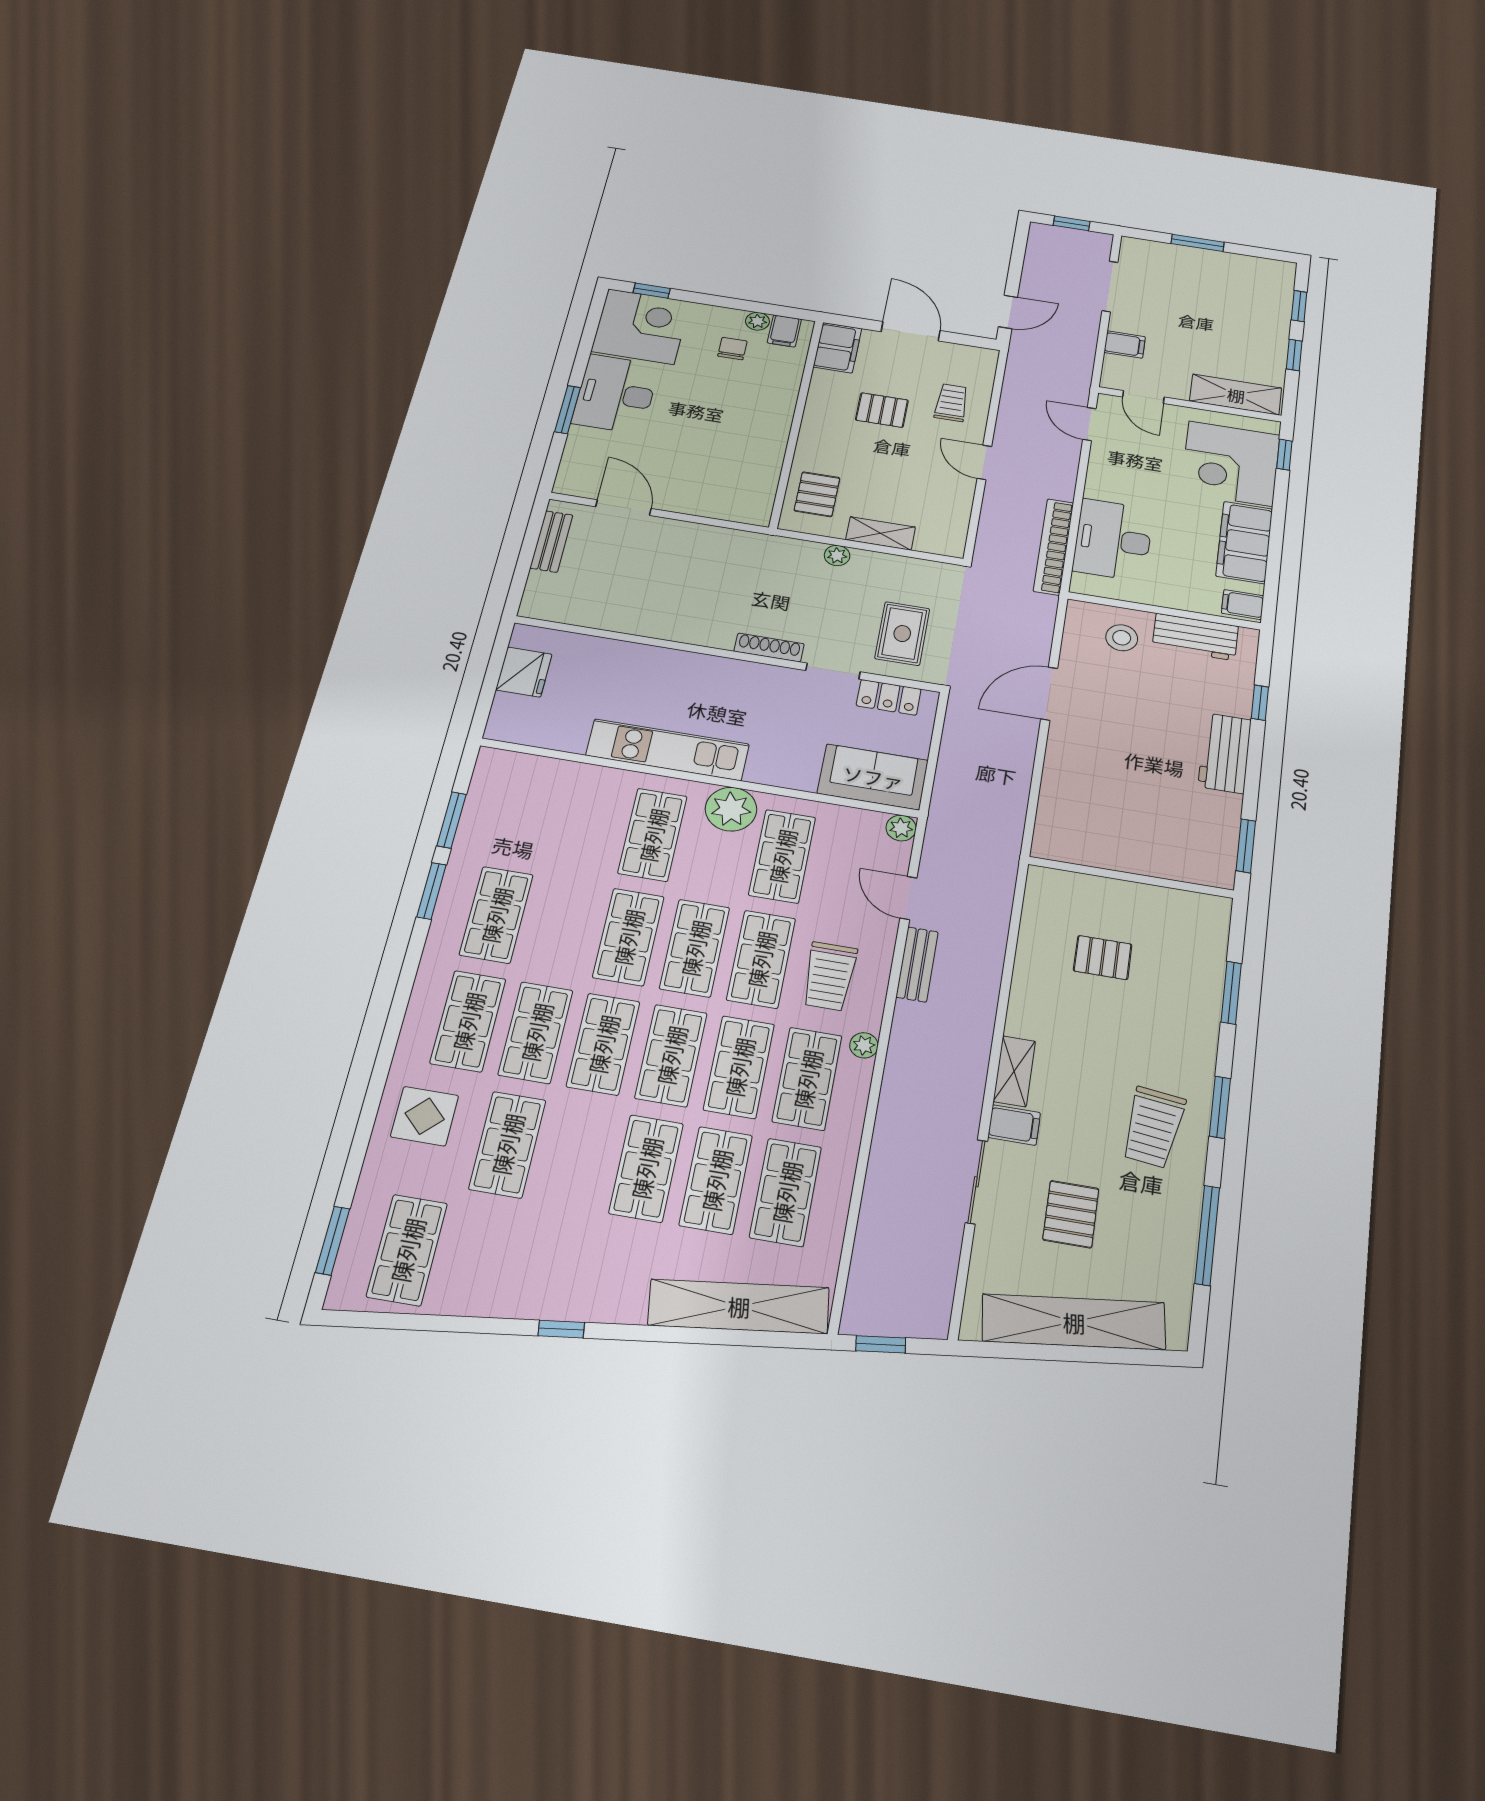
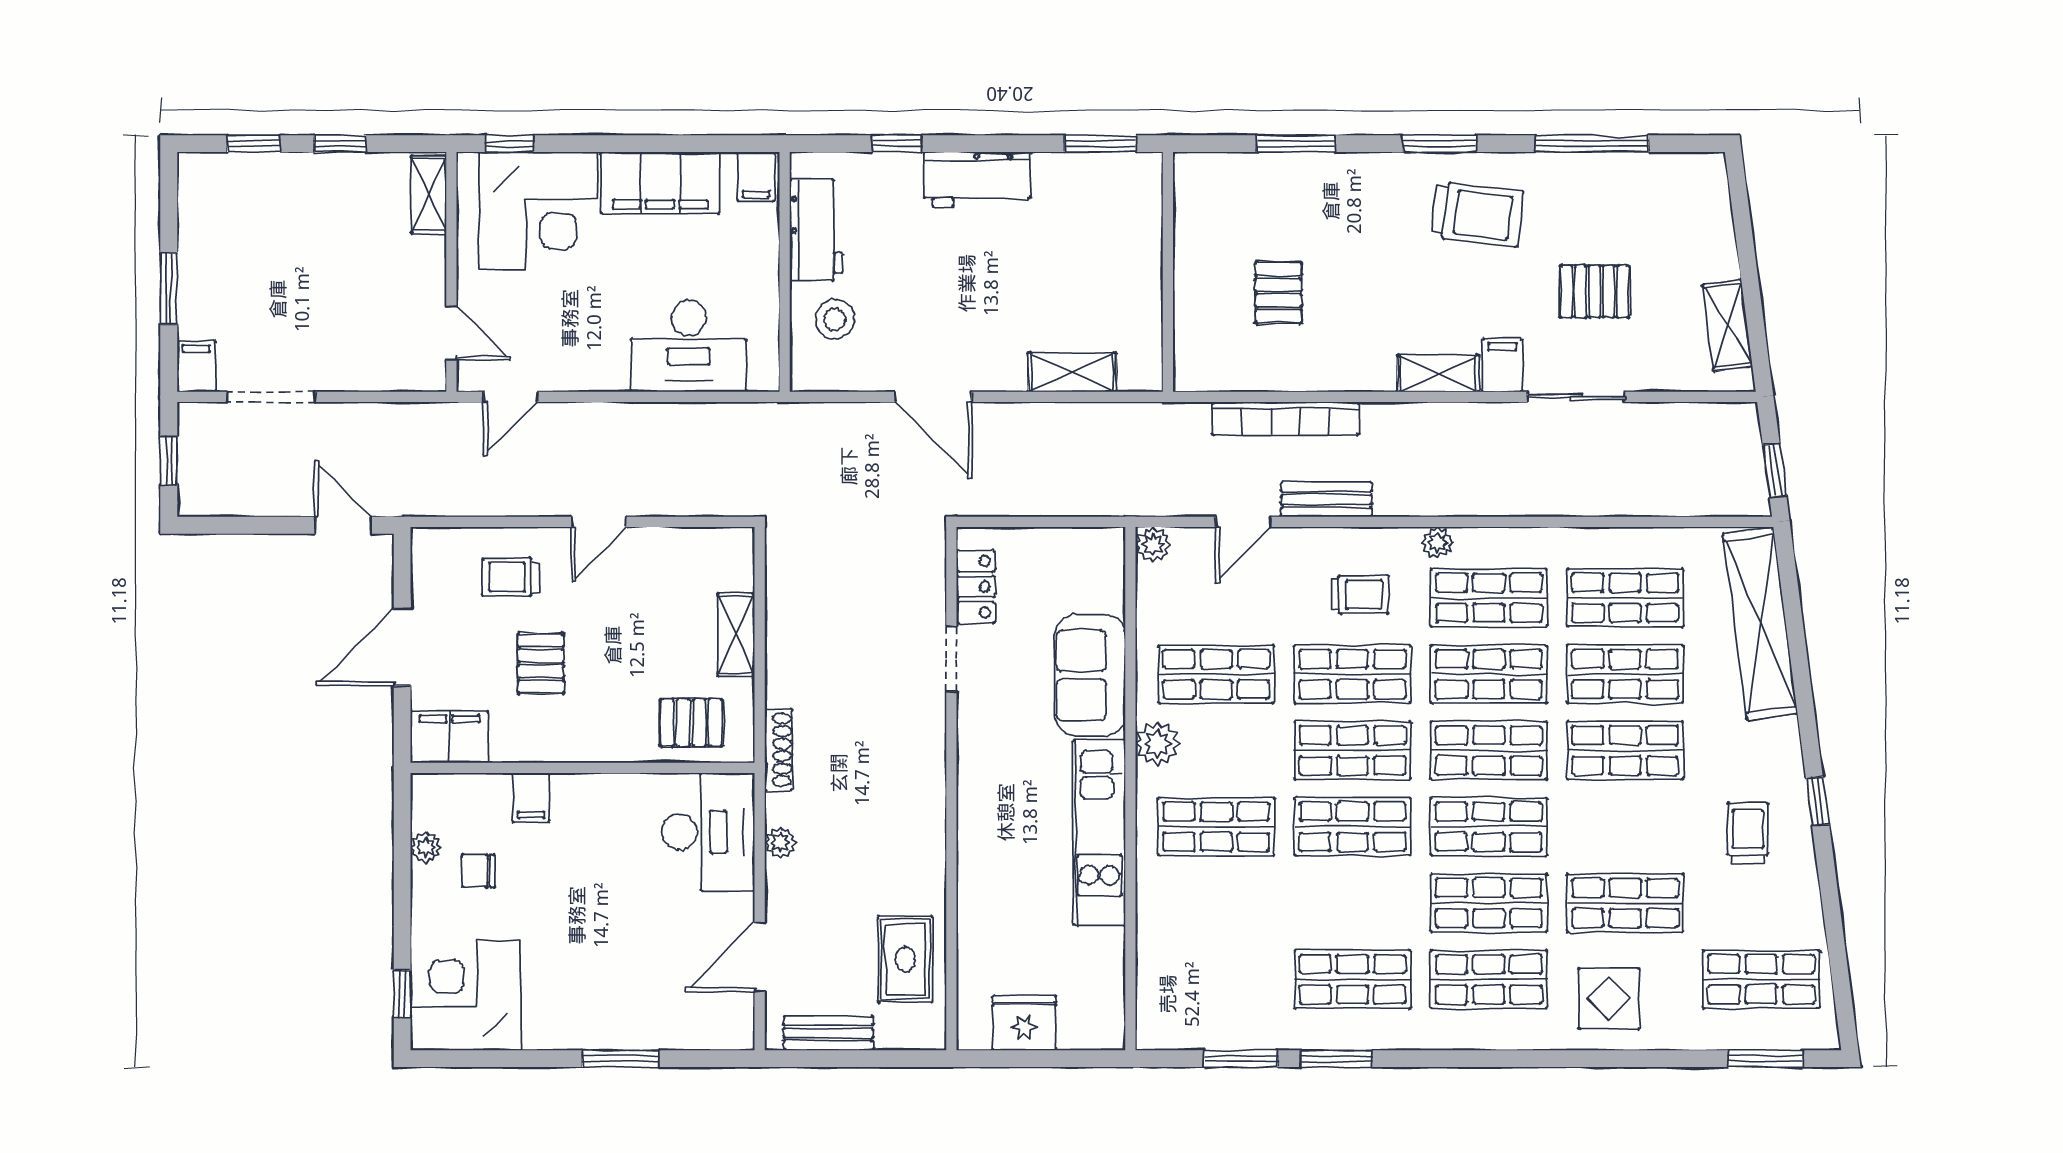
filing cabinet: (784, 331) -> (531, 798), moved, turned 90
filing cabinet: (1125, 345) -> (196, 366), moved
desk: (616, 394) -> (708, 832), moved, turned -90
shelving: (1236, 395) -> (429, 195), width x0.67, depth x0.75
door: (1143, 397) -> (451, 333), hinge flipped
bookcase: (1054, 547) -> (1286, 419), moved
plant: (837, 556) -> (780, 843), moved
rug: (902, 634) -> (905, 959), moved, turned 90
shoe rack: (769, 648) -> (779, 750), moved, turned 180
sofa: (873, 777) -> (1090, 675), moved
shelving: (1056, 794) -> (1072, 372), added
plant: (731, 809) -> (1157, 744), width x0.73, depth x0.73
trolley: (829, 976) -> (1360, 595), width x0.73, depth x0.72
trolley: (546, 1261) -> (1748, 833), added
shelving: (1074, 1322) -> (1727, 325), width x0.45, depth x0.75

